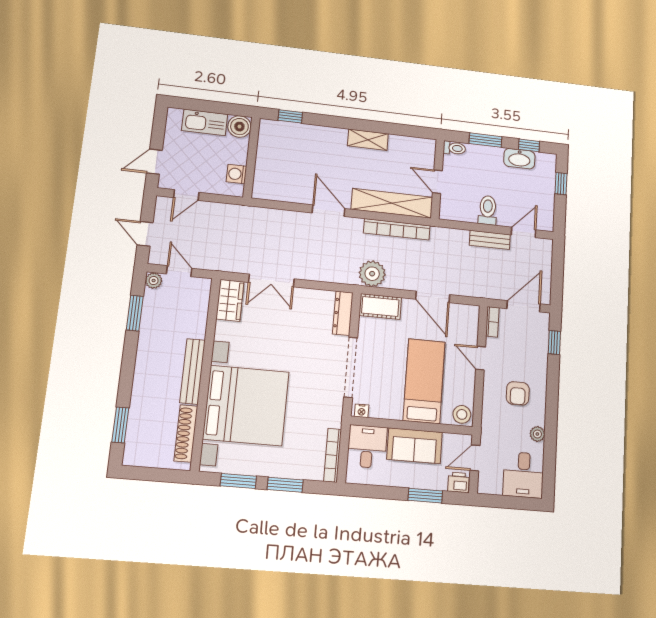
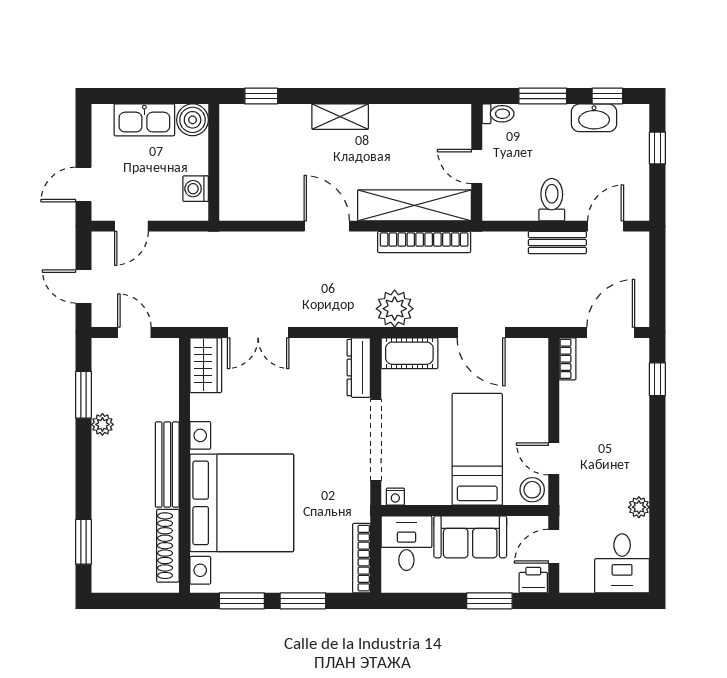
shelving: (368, 140) -> (340, 117), moved
plant: (154, 281) -> (102, 424), moved
door: (481, 358) -> (554, 459), moved
armchair: (518, 393) -> (609, 454), removed

